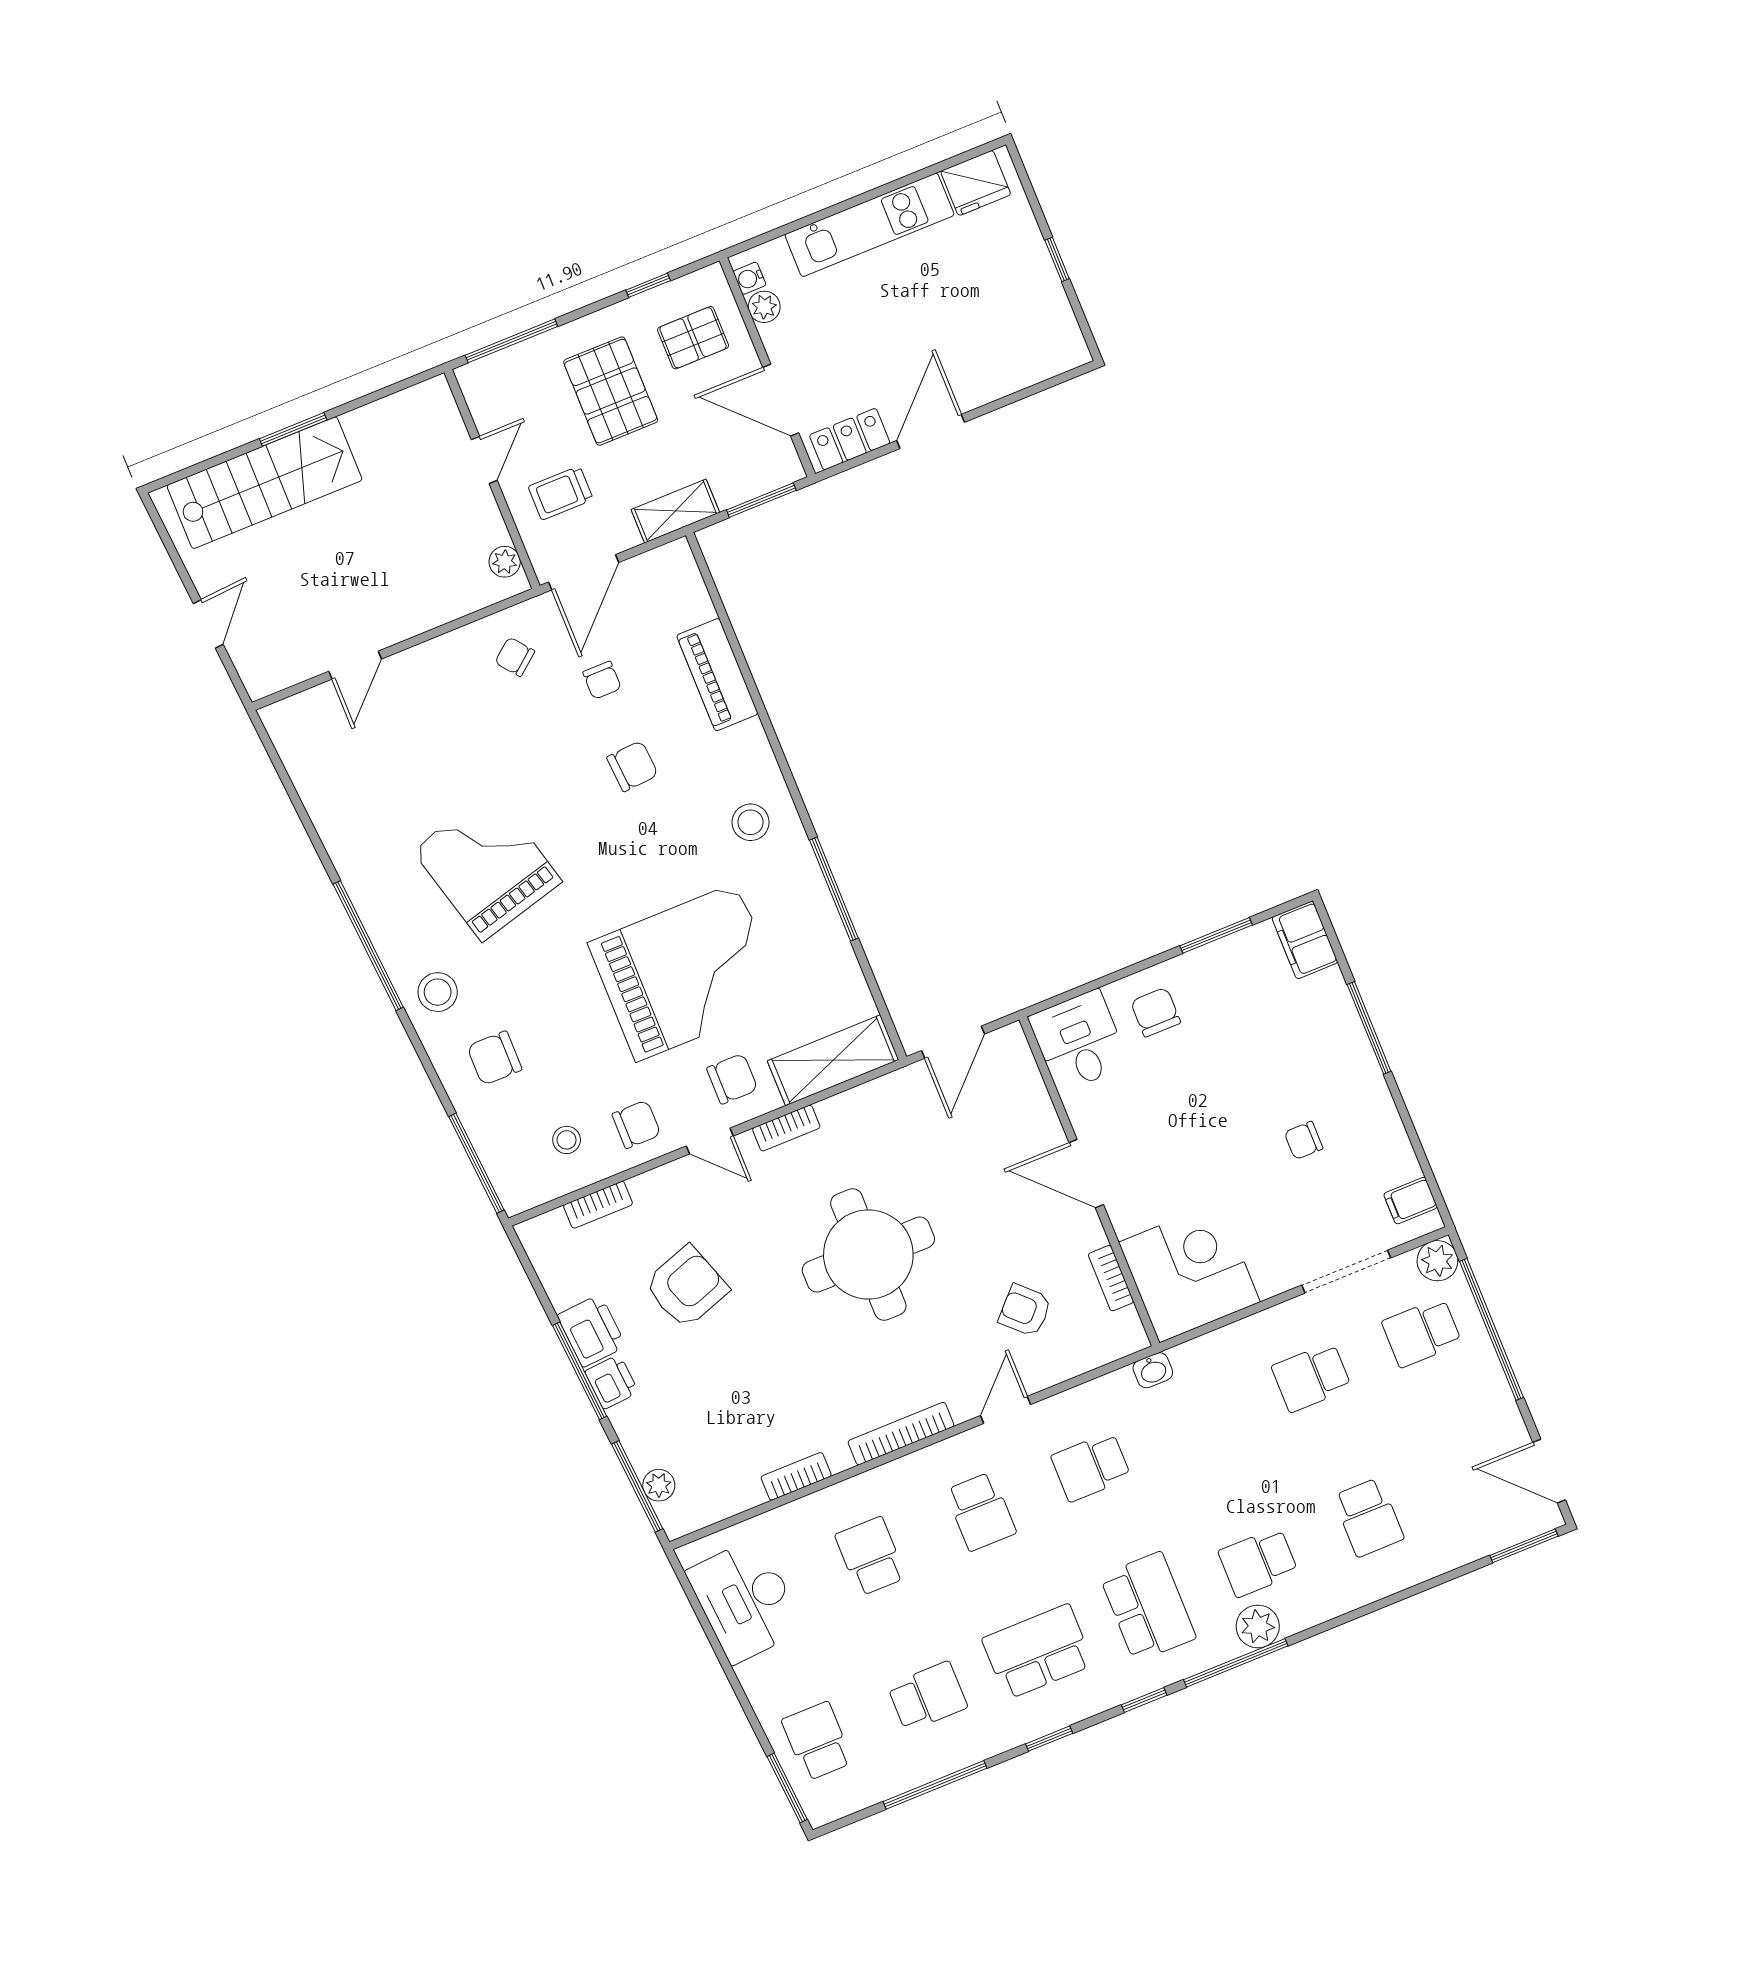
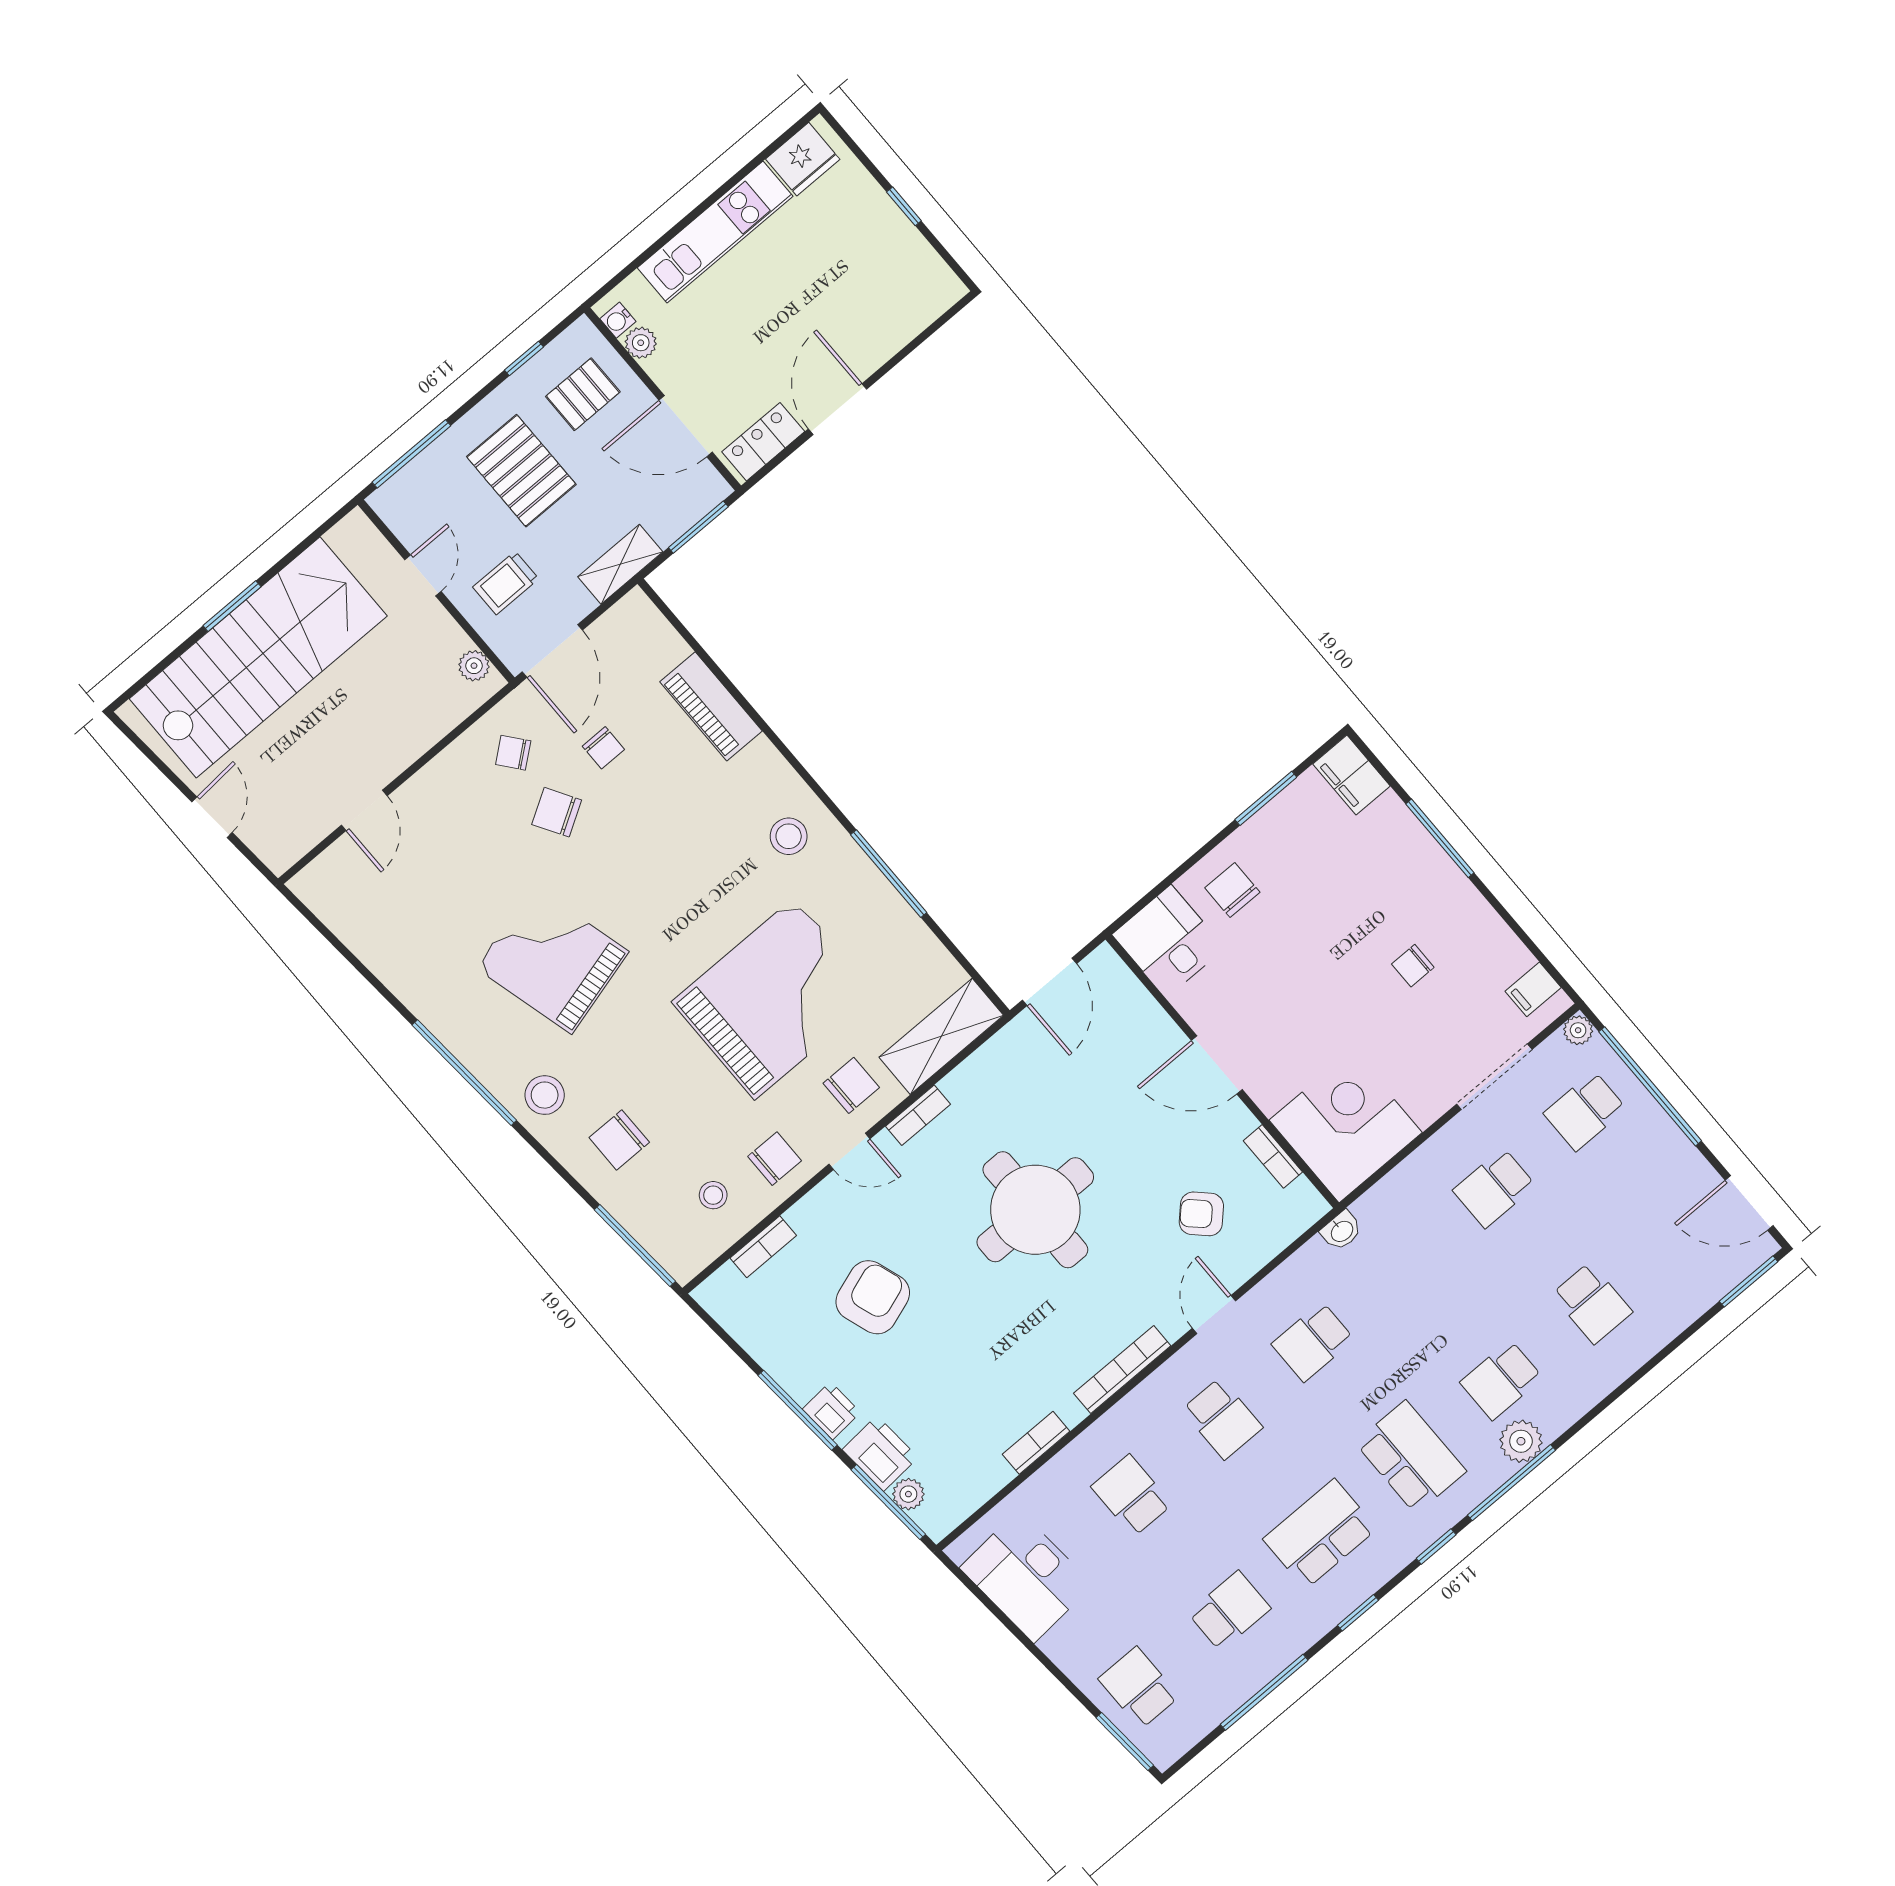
stairs: (265, 483) -> (258, 657), width x1.36, depth x1.51
chair: (632, 766) -> (557, 812), moved, turned -117
plant: (1437, 1261) -> (1578, 1030), width x0.73, depth x0.73
printer: (592, 1331) -> (880, 1453), moved

